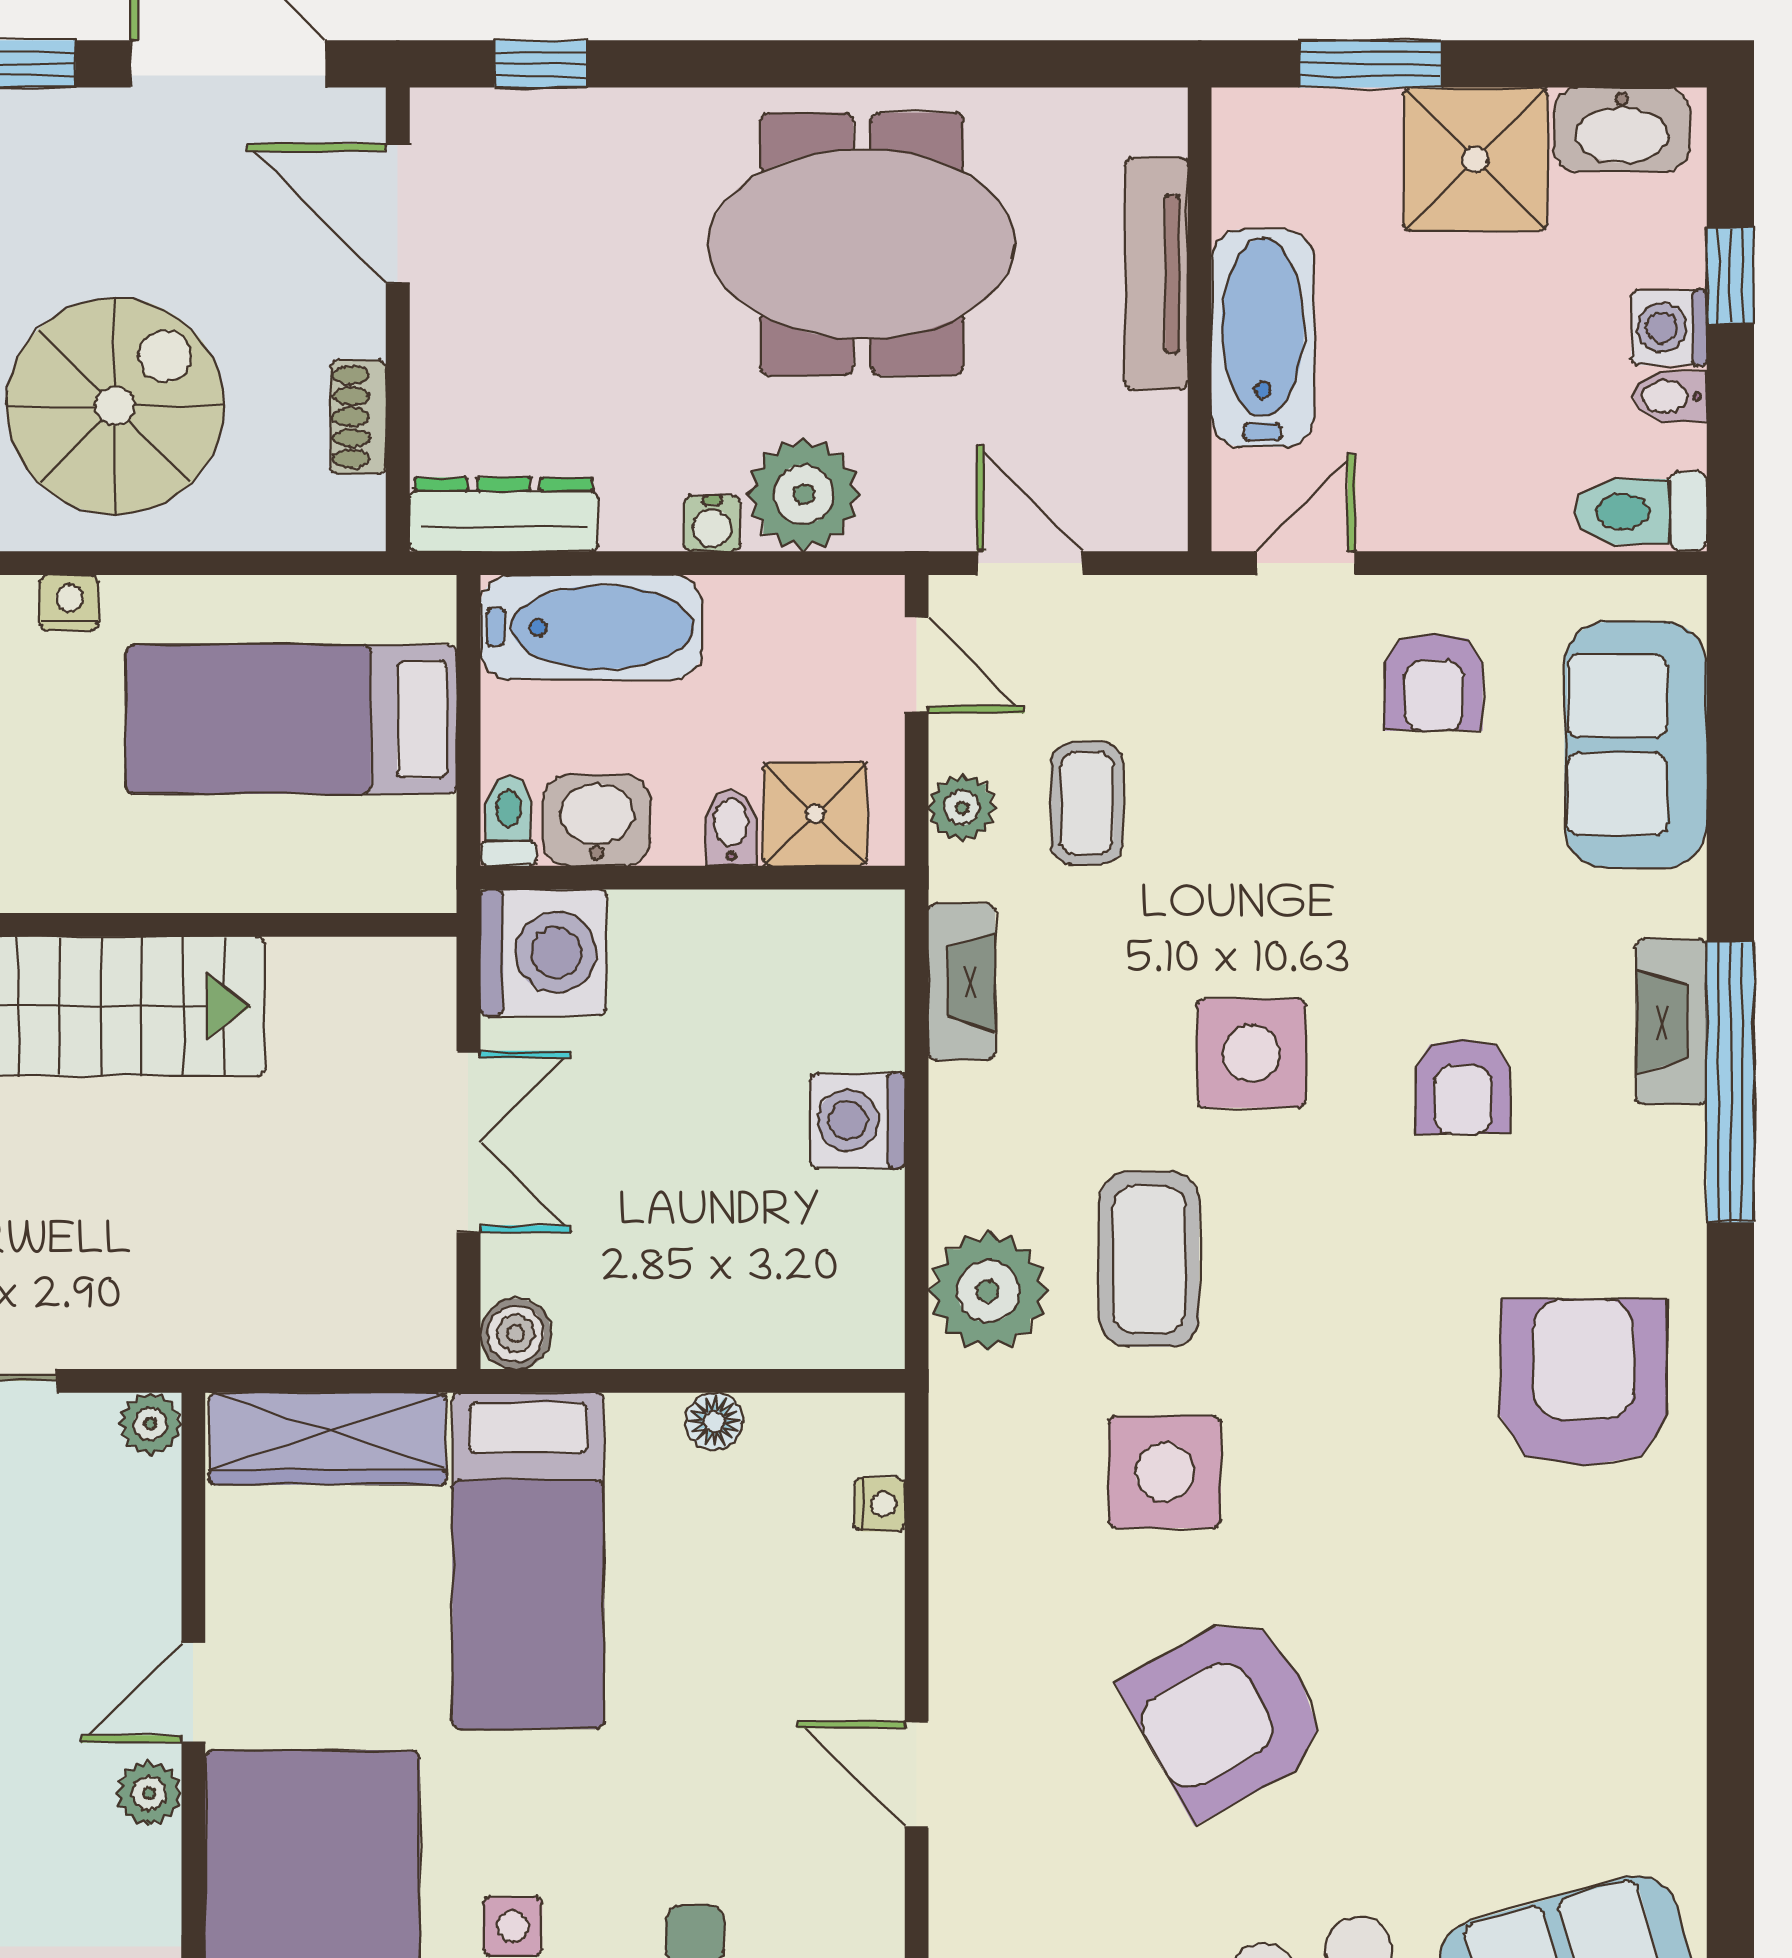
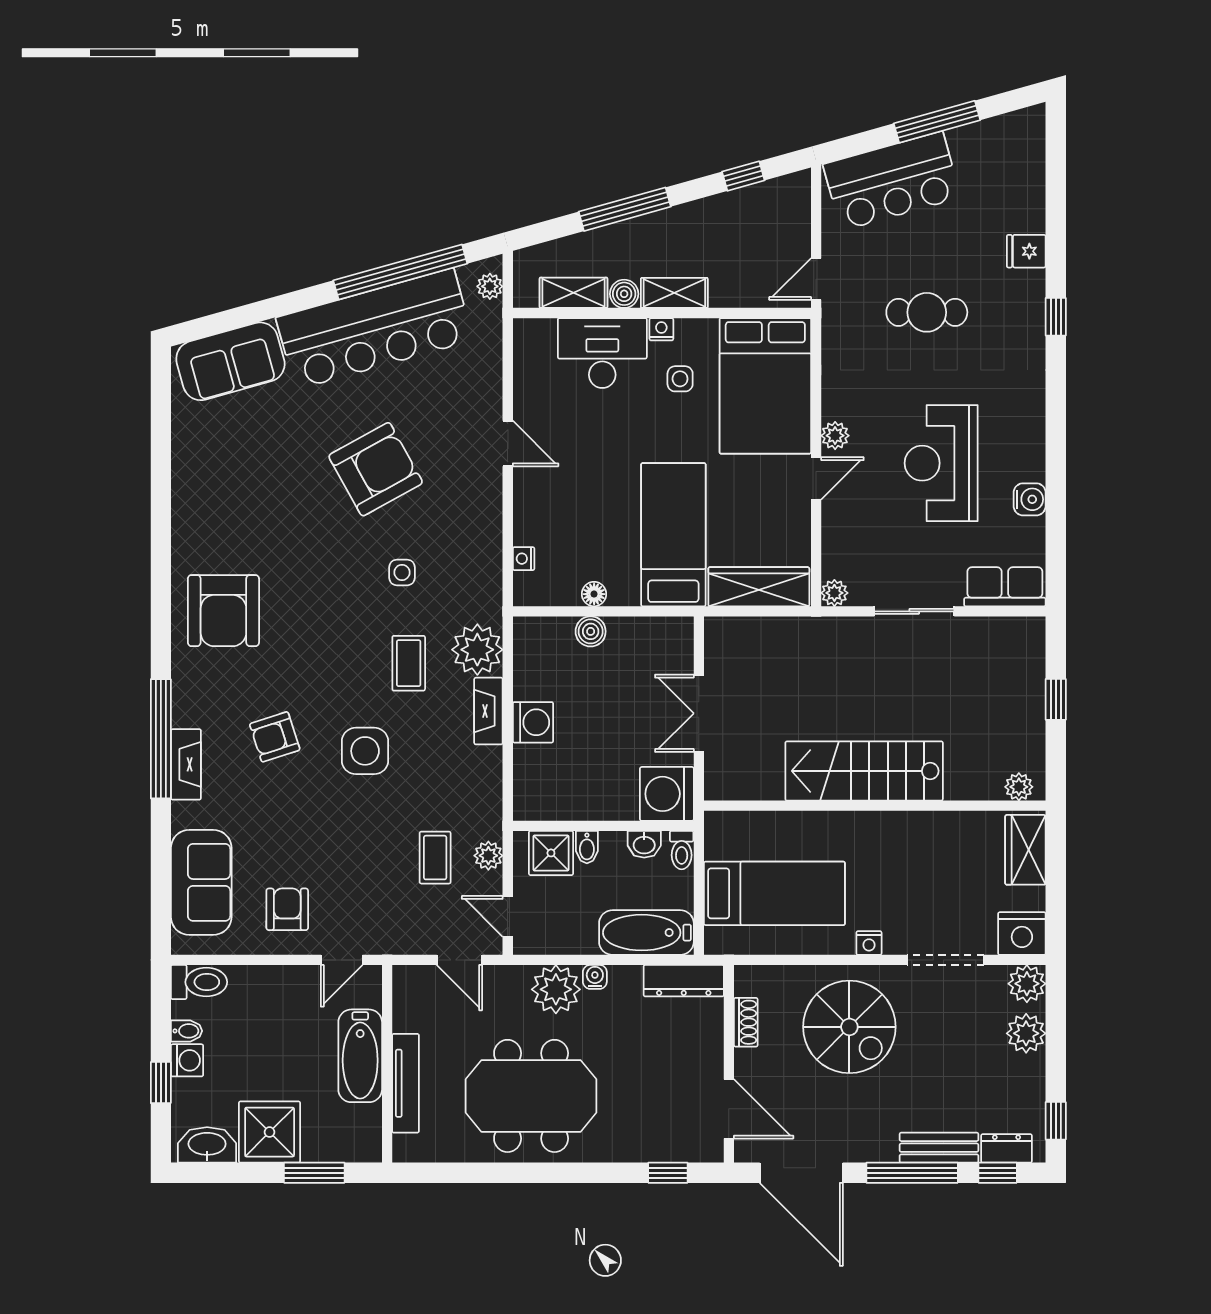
spiral stairs: (115, 406) -> (849, 1027), turned -90
washbasin: (597, 820) -> (644, 844), width x0.72, depth x0.69
fireplace: (962, 982) -> (488, 711), moved
armchair: (1463, 1086) -> (275, 737), turned -108
coffee table: (1149, 1259) -> (409, 663), width x0.73, depth x0.77
boiler: (516, 1334) -> (591, 631), moved
side table: (1165, 1472) -> (402, 572), width x0.54, depth x0.54

